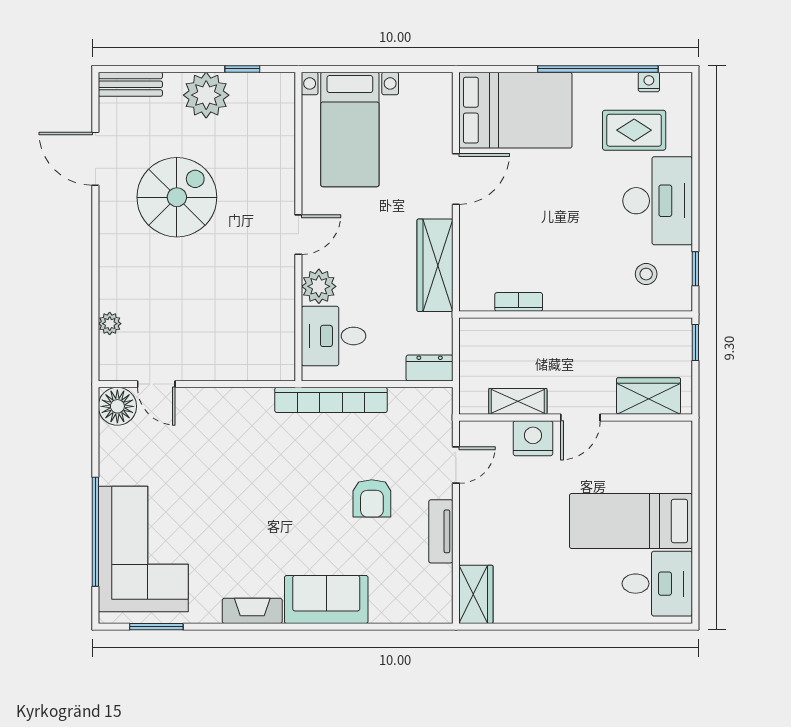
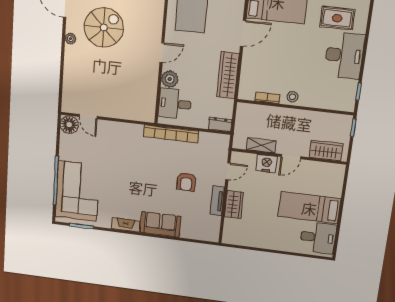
stool: (646, 274) -> (292, 97), moved
plant: (110, 324) -> (70, 39), moved
wardrobe: (476, 594) -> (234, 205), moved

